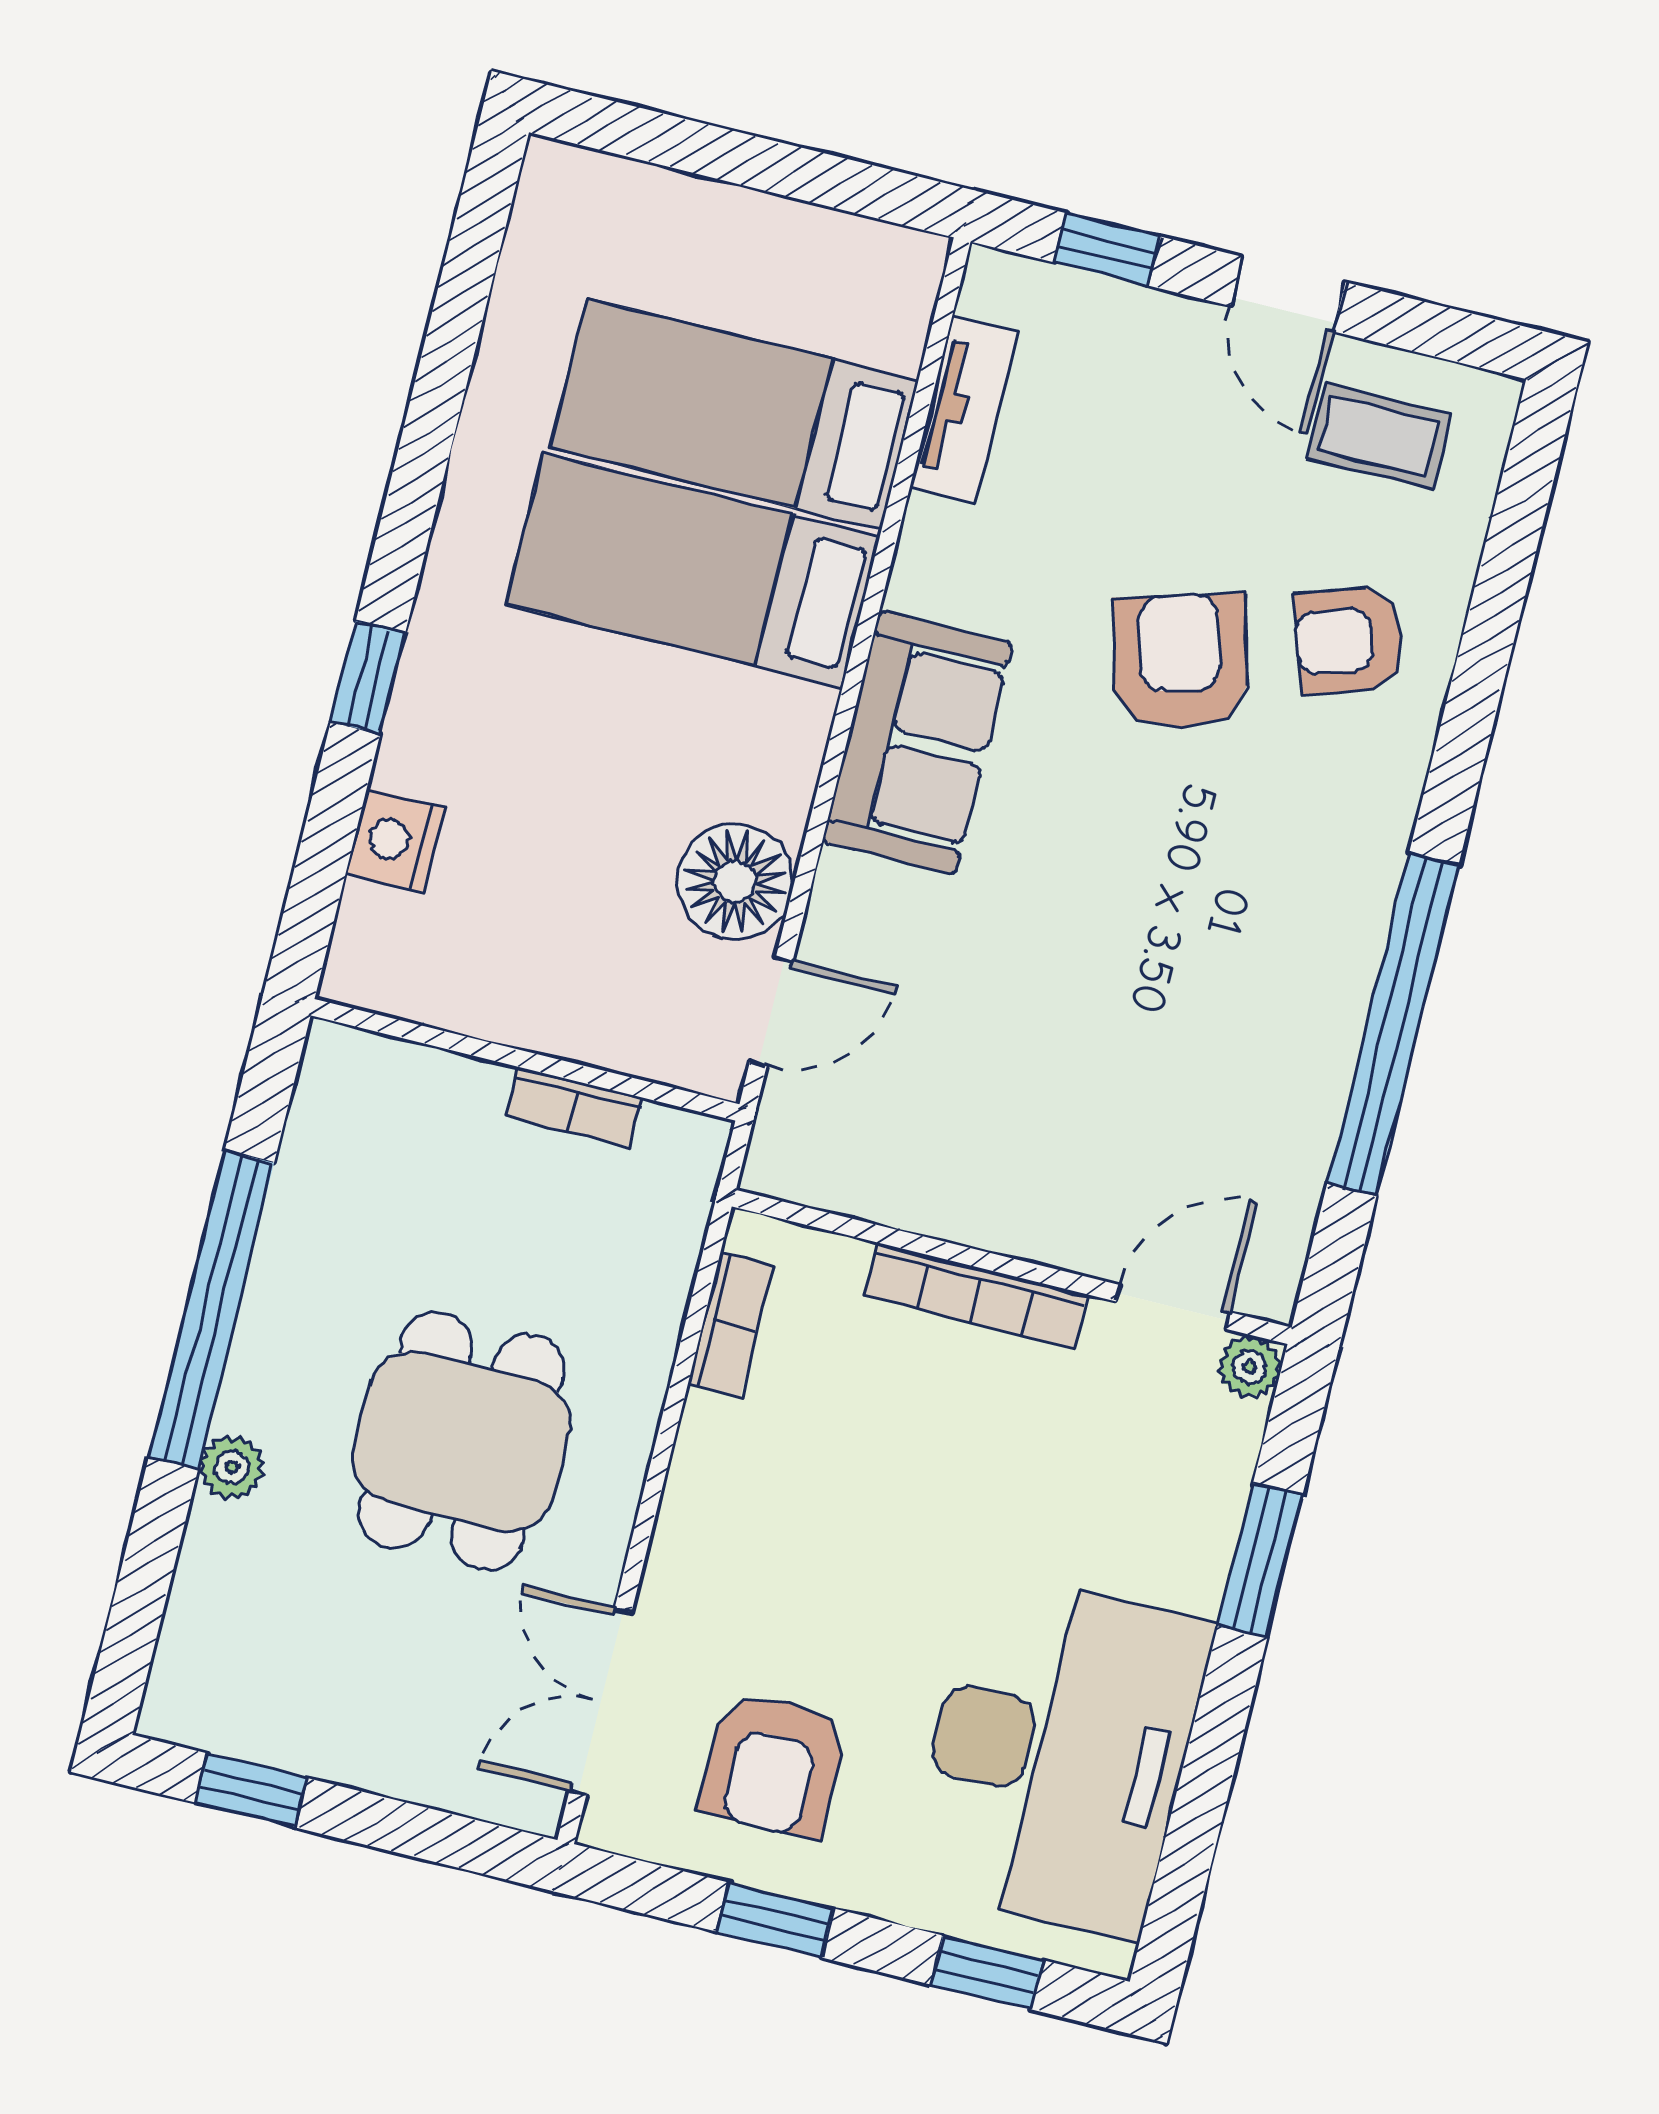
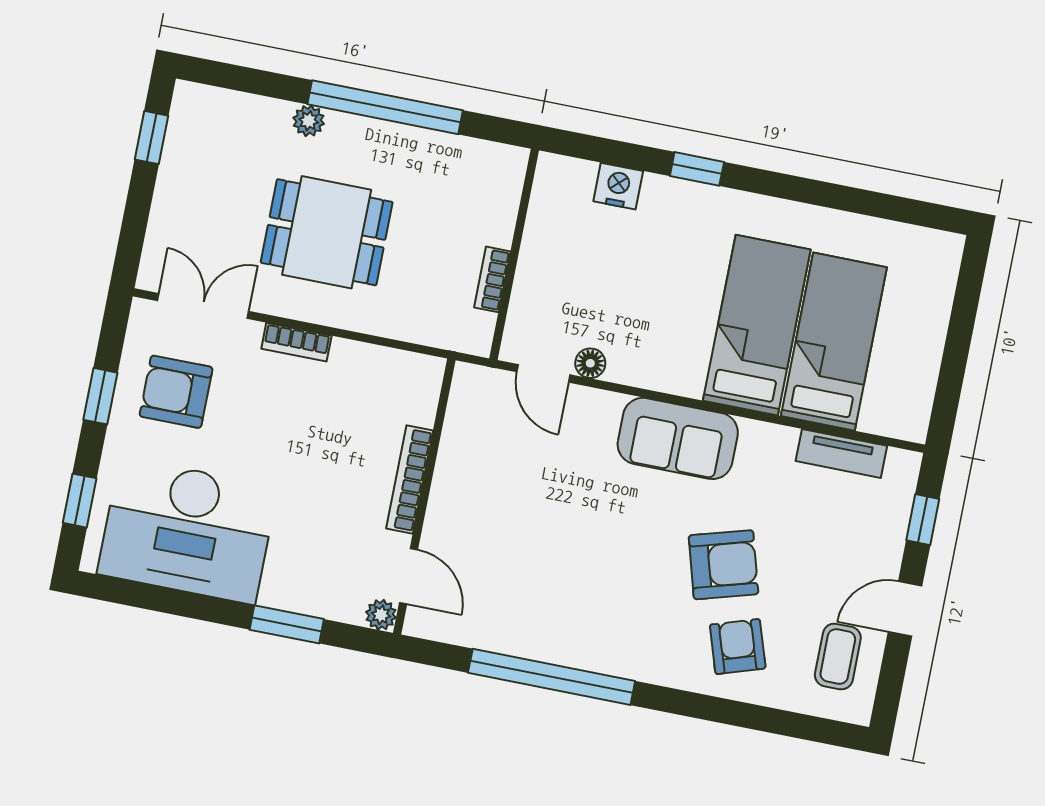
floor lamp: (735, 882) -> (590, 363), width x0.53, depth x0.53
bookcase: (730, 1325) -> (296, 342), moved

